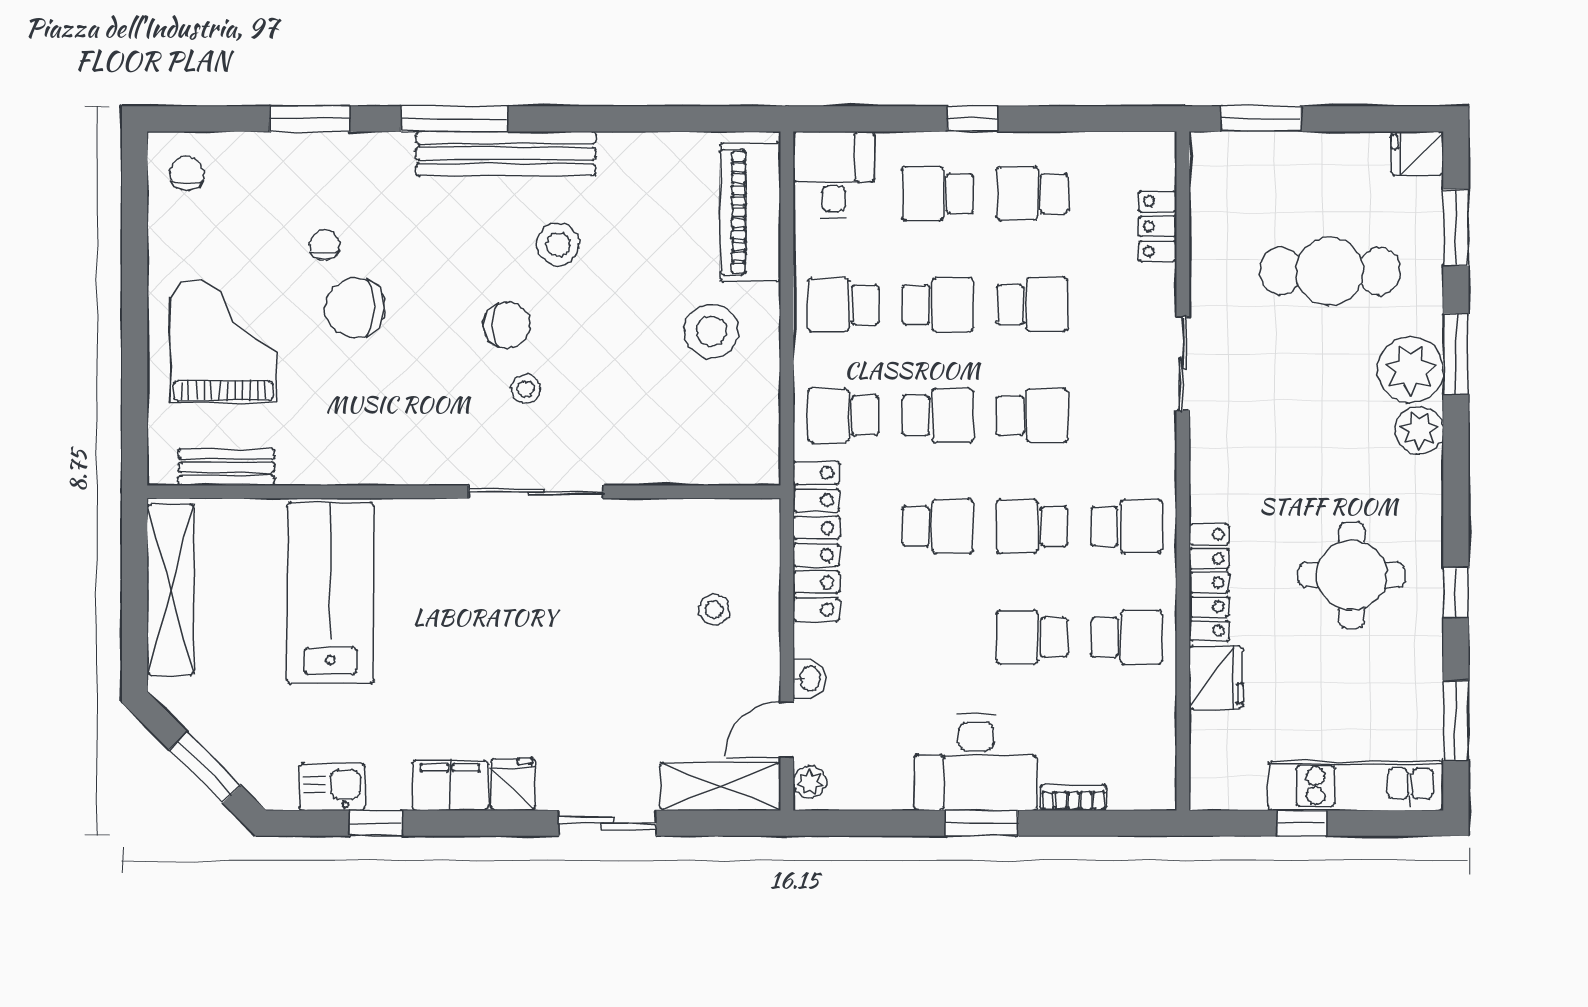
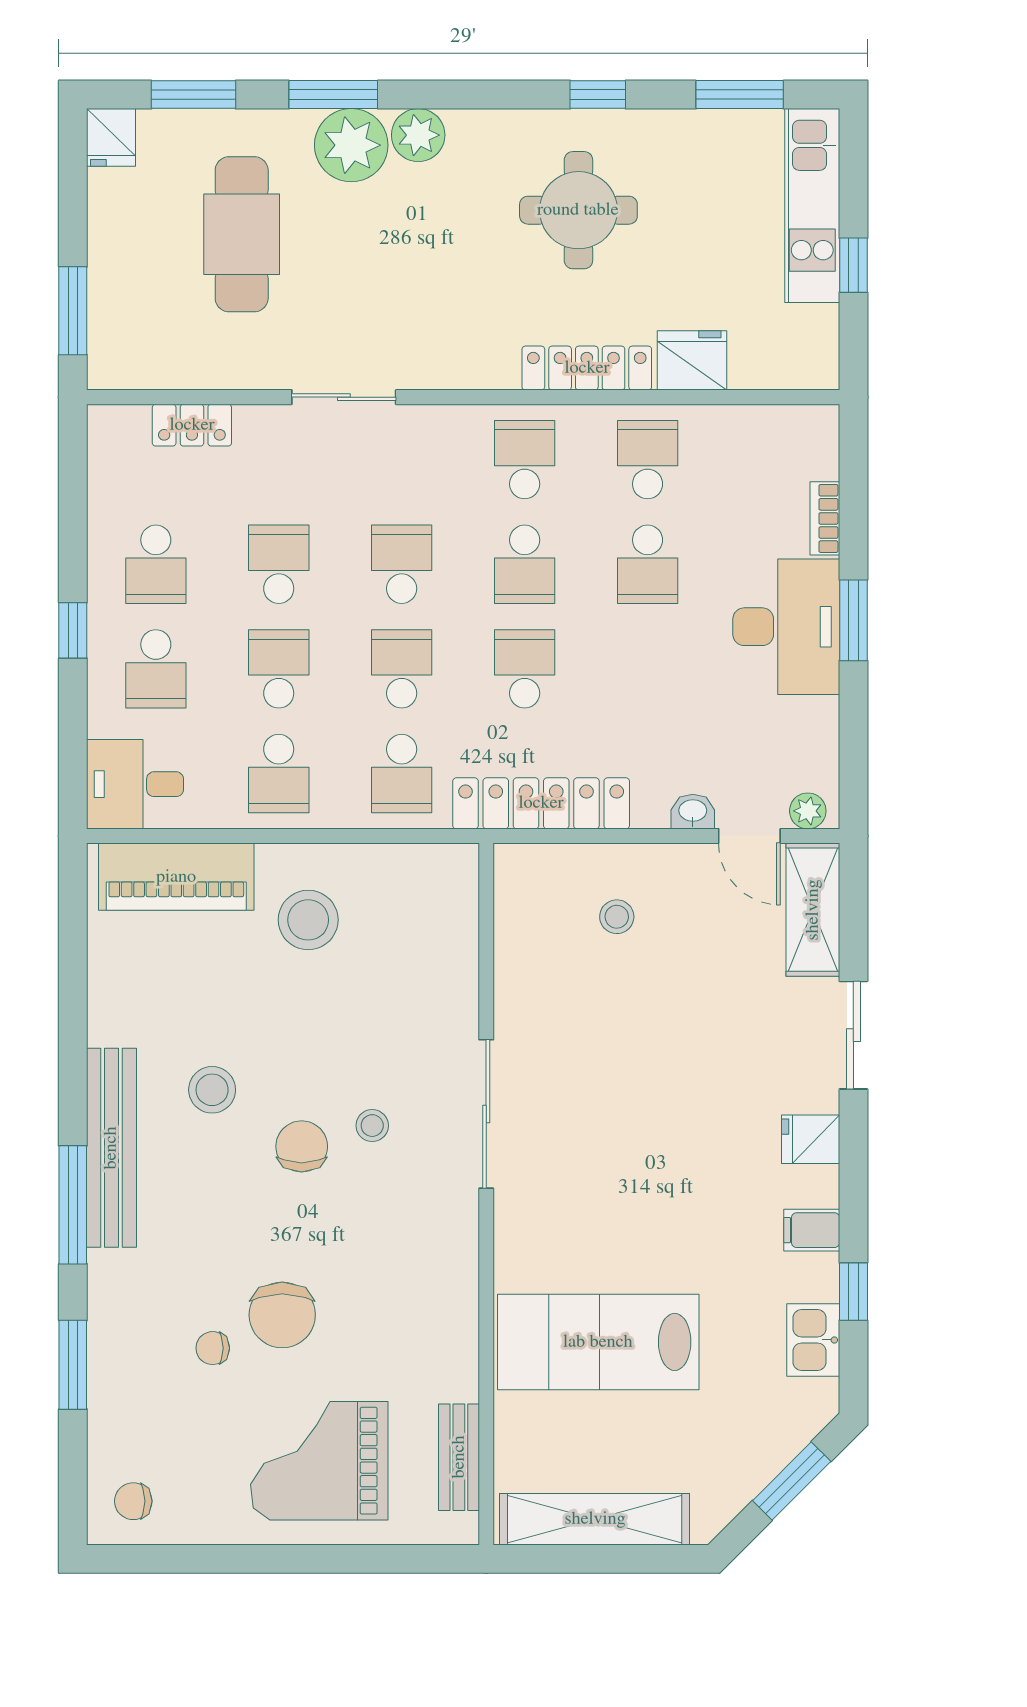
filing cabinet: (450, 785) -> (812, 1230), width x0.50

